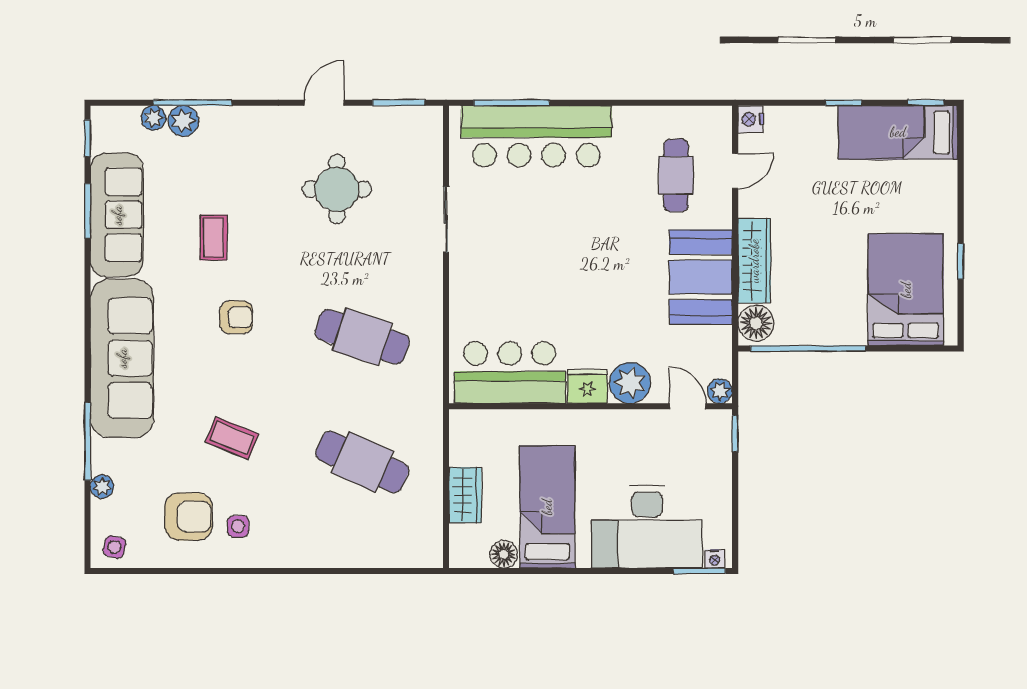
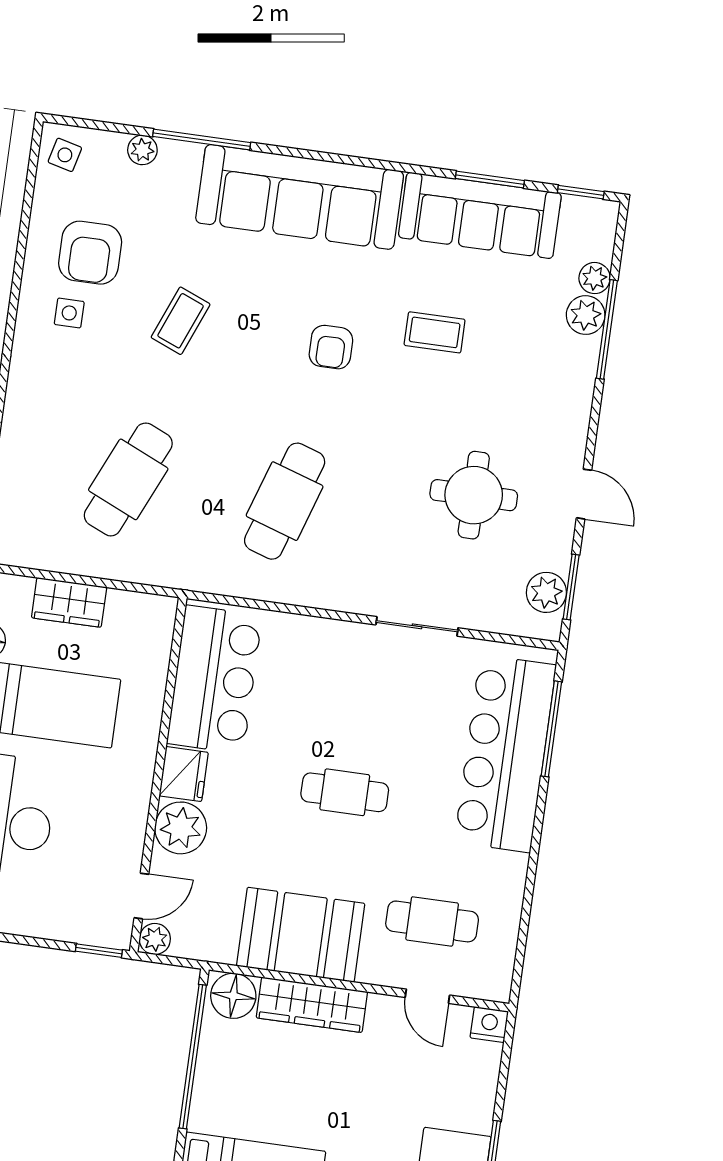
plant: (405, 121) -> (546, 592), added
cafe table: (584, 258) -> (345, 792), added

